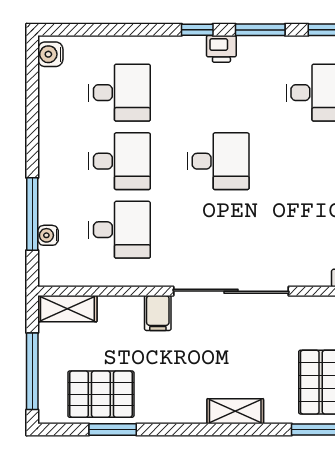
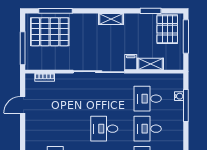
shelving: (67, 309) -> (150, 64), moved
pallet: (101, 394) -> (167, 29), moved, turned 90
shelving: (235, 411) -> (111, 19), moved

